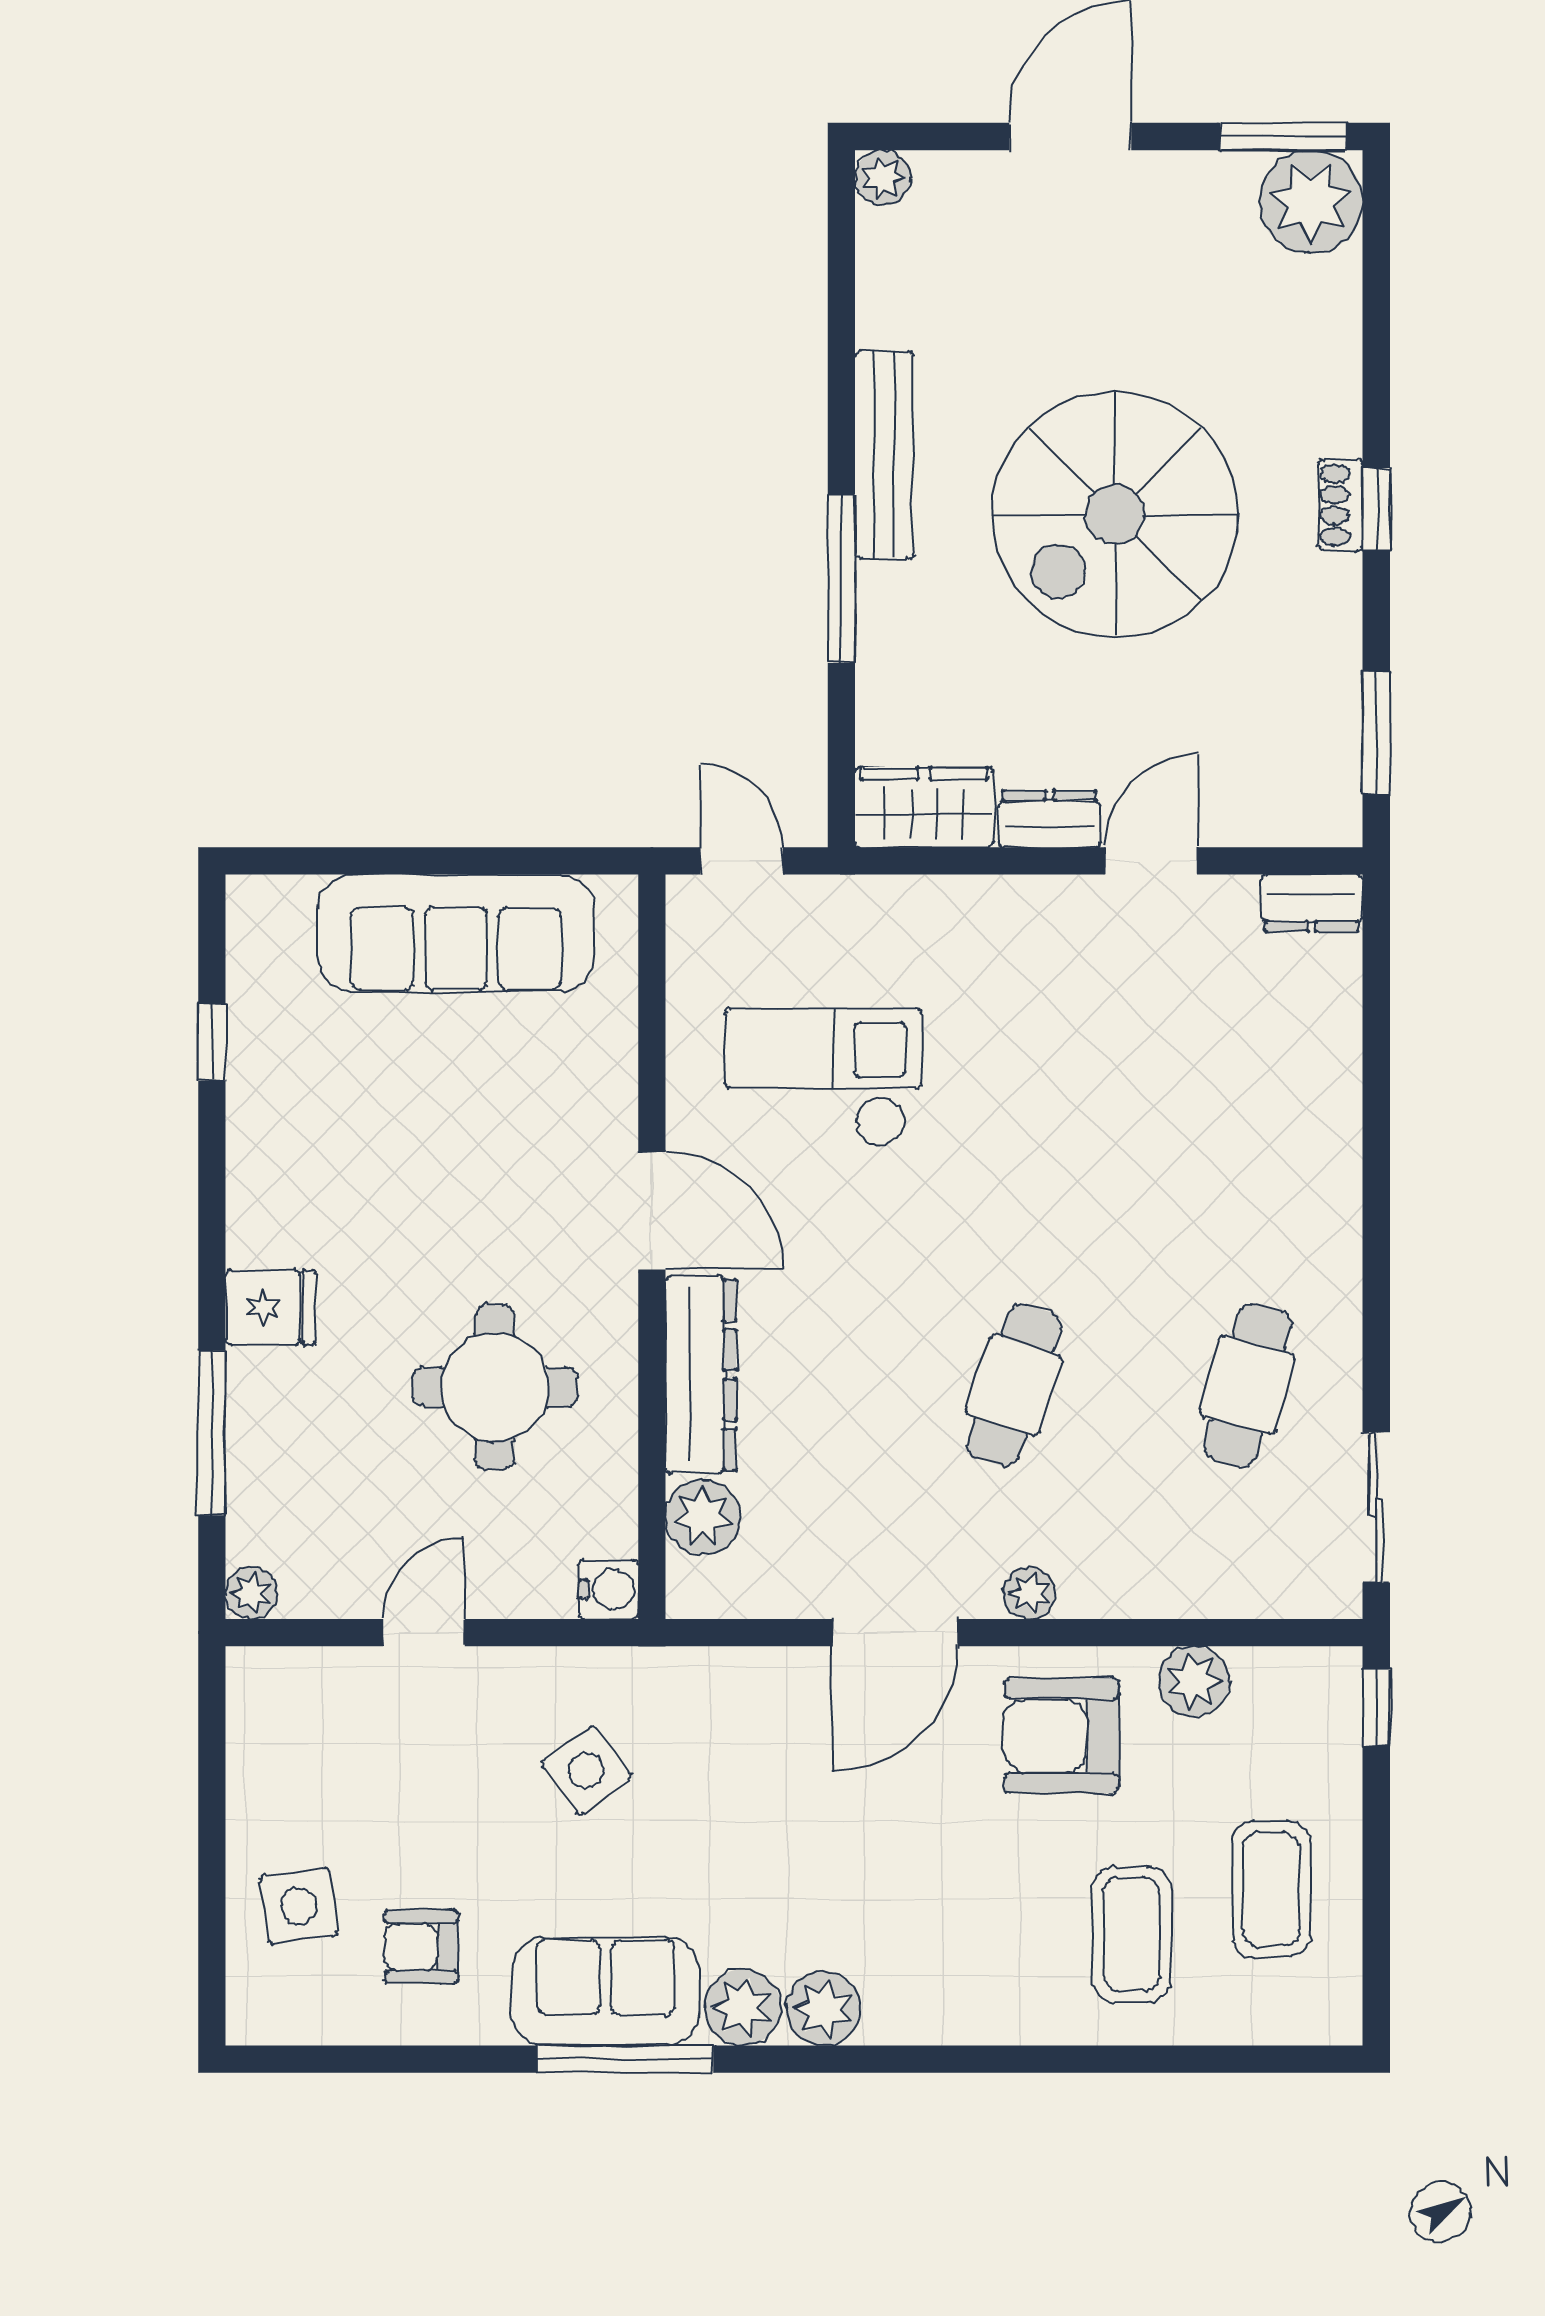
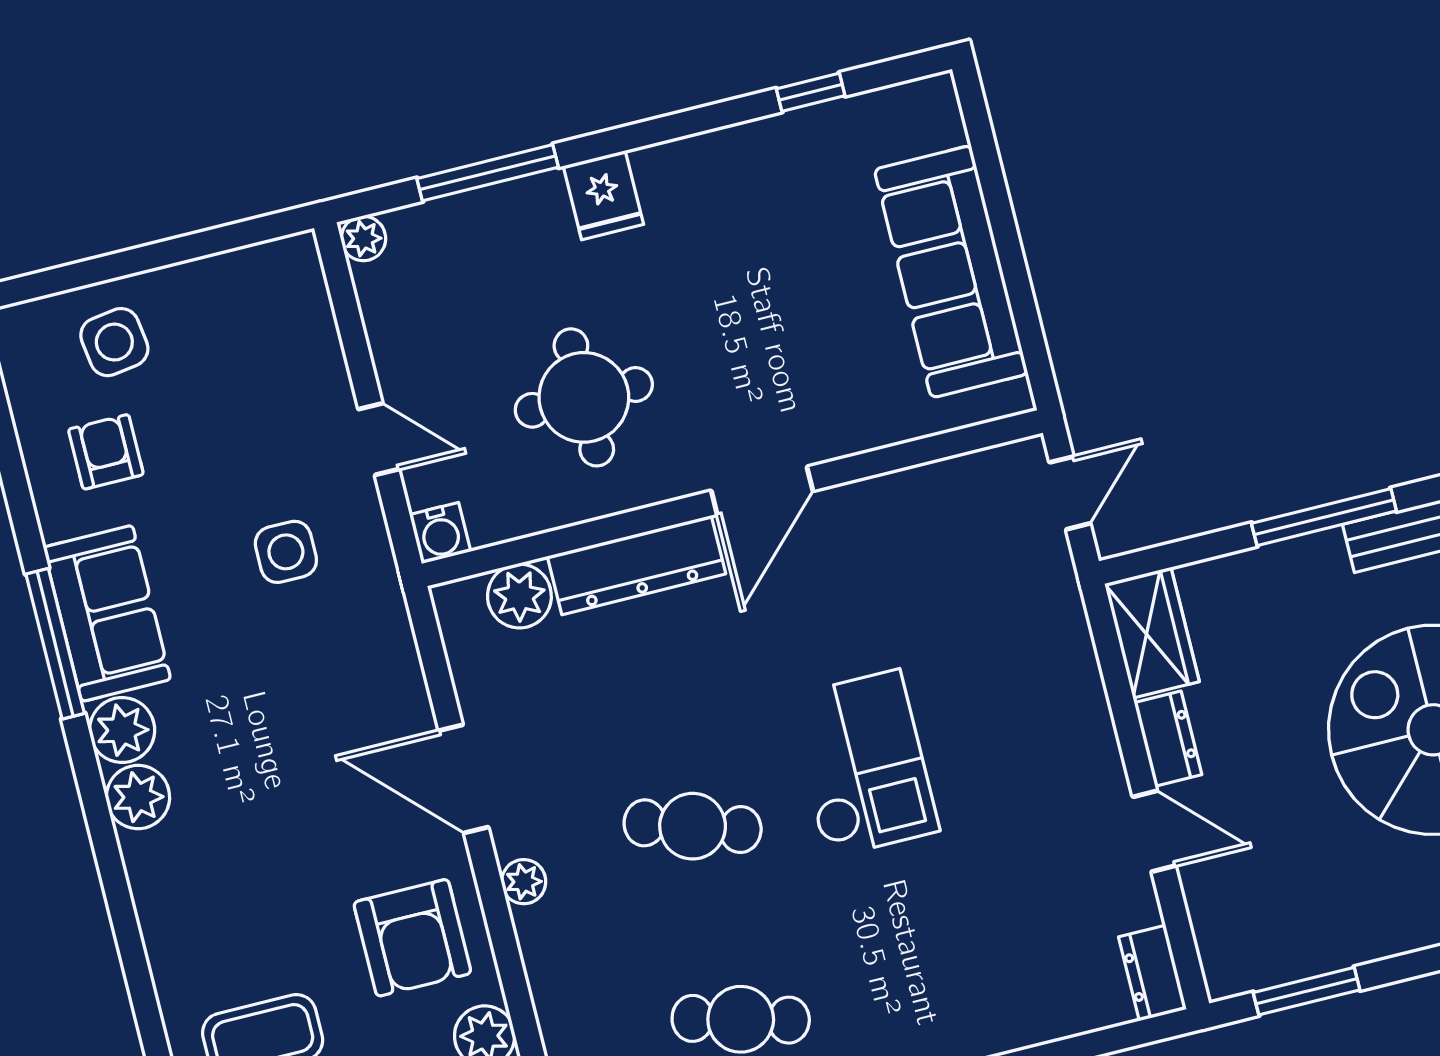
checkout: (823, 1077) -> (863, 764), moved
door: (424, 1633) -> (379, 439), moved
armchair: (1062, 1736) -> (412, 938), turned 180
side table: (586, 1770) -> (286, 552), turned 37

